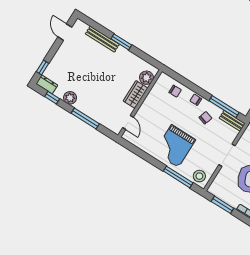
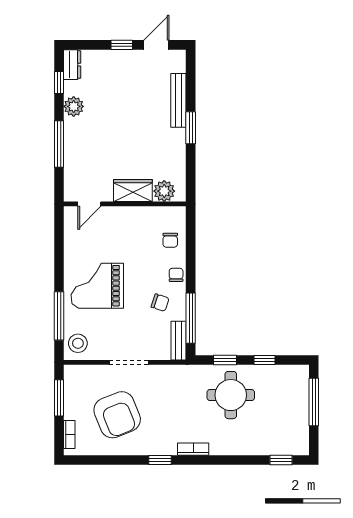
window: (43, 67) -> (122, 45), moved

